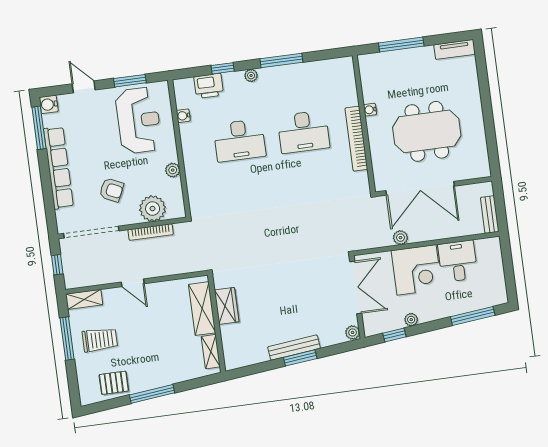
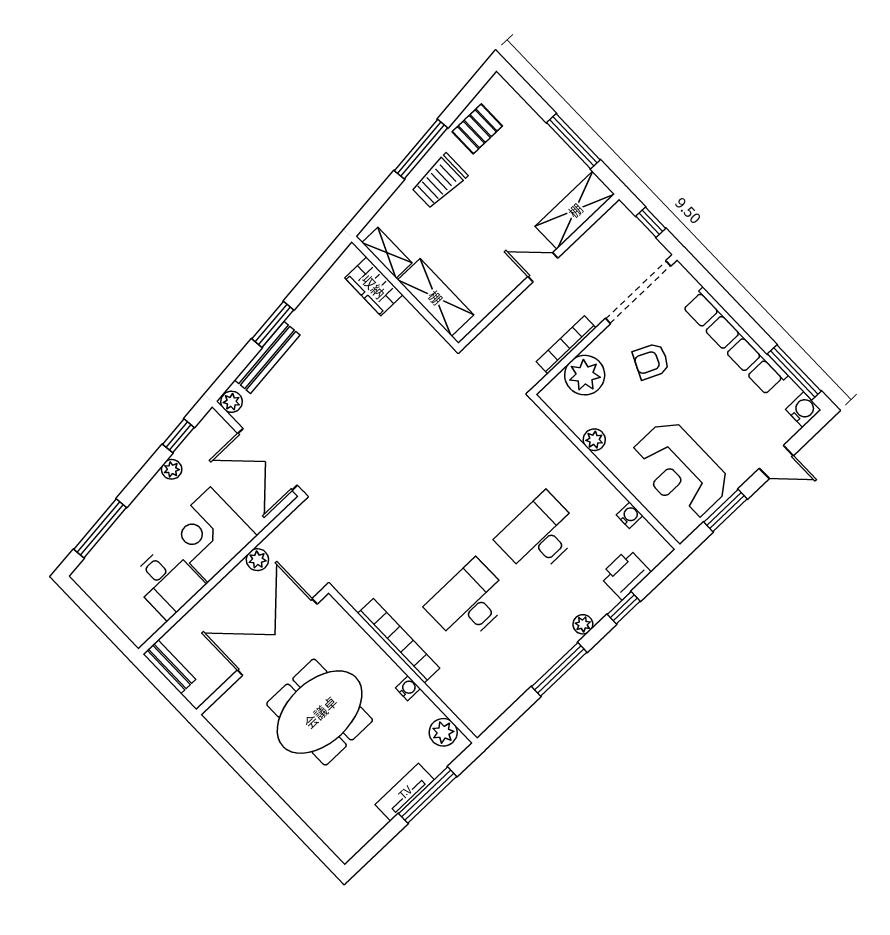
tv unit: (455, 49) -> (405, 792), moved
plant: (368, 72) -> (443, 732), added
shelving: (84, 299) -> (575, 210), width x1.50, depth x1.33
wardrobe: (227, 306) -> (374, 286), moved
trolley: (100, 340) -> (439, 181), moved
bench: (294, 348) -> (267, 358), moved

